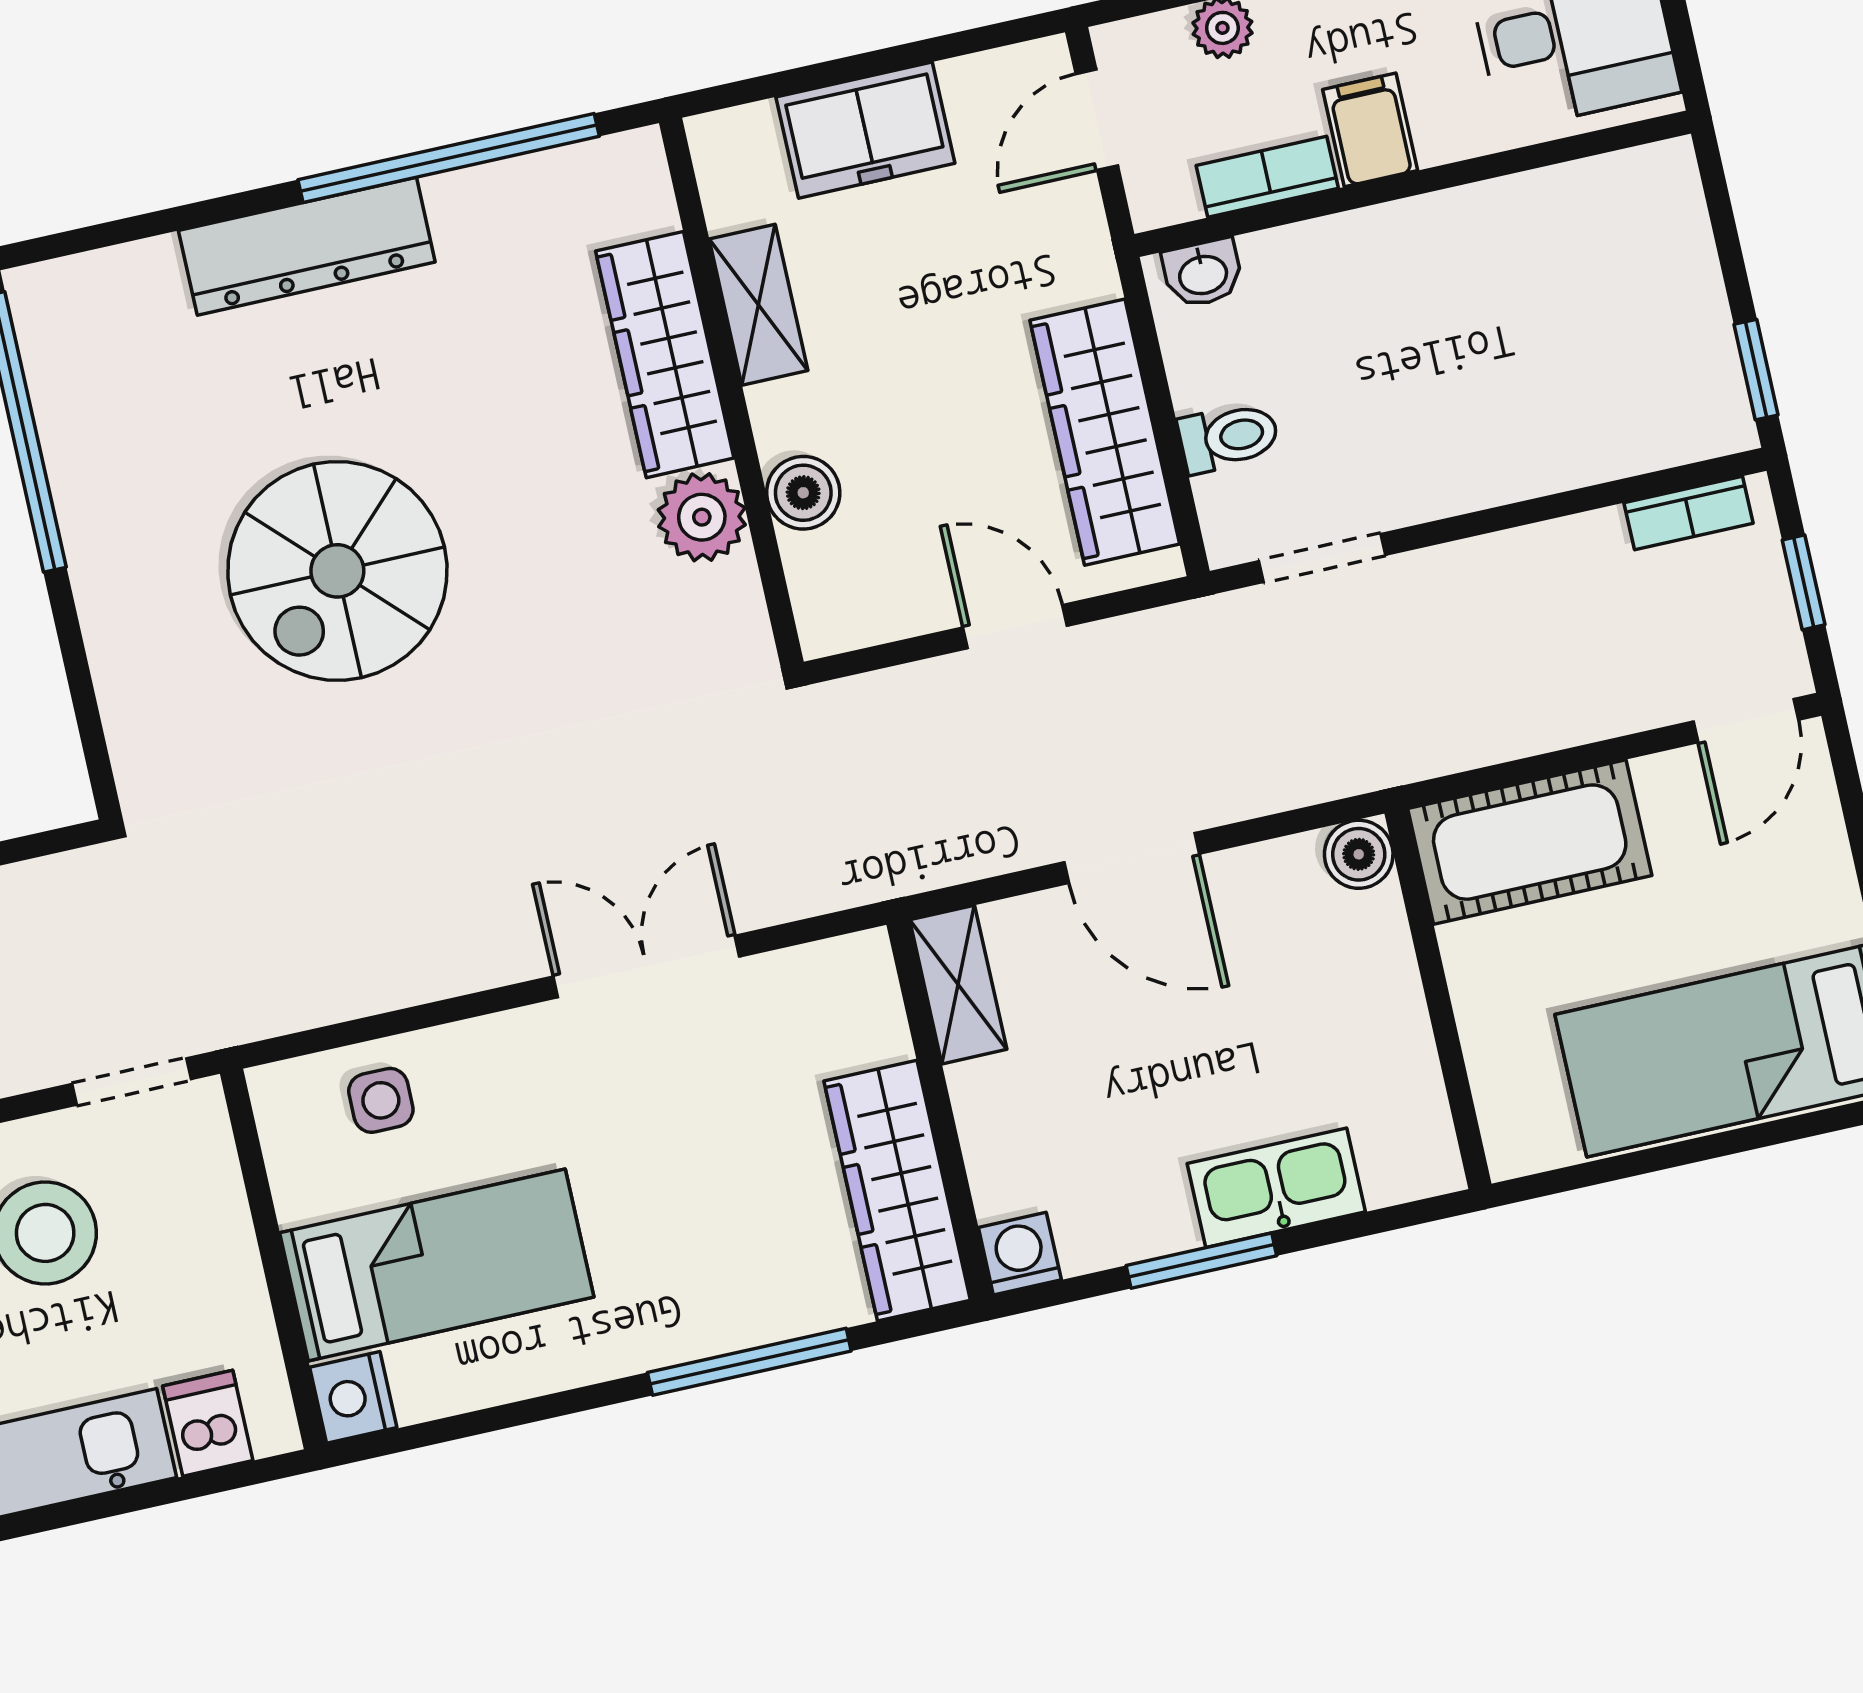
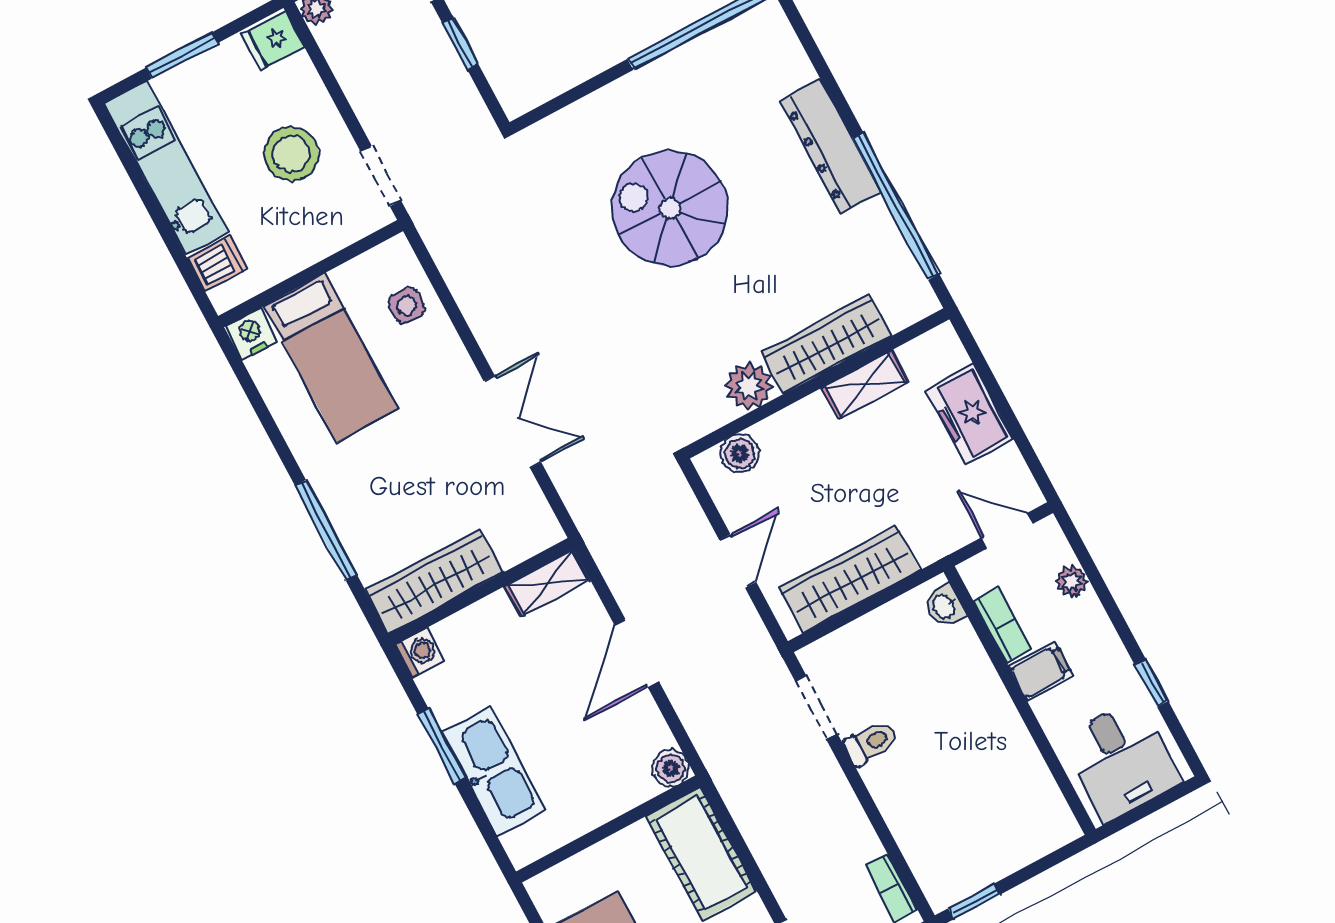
toilet: (1229, 437) -> (871, 743), moved, turned -90
boiler: (803, 493) -> (740, 454), moved
kitchen sink: (1276, 1188) -> (494, 771), width x1.36, depth x1.24

